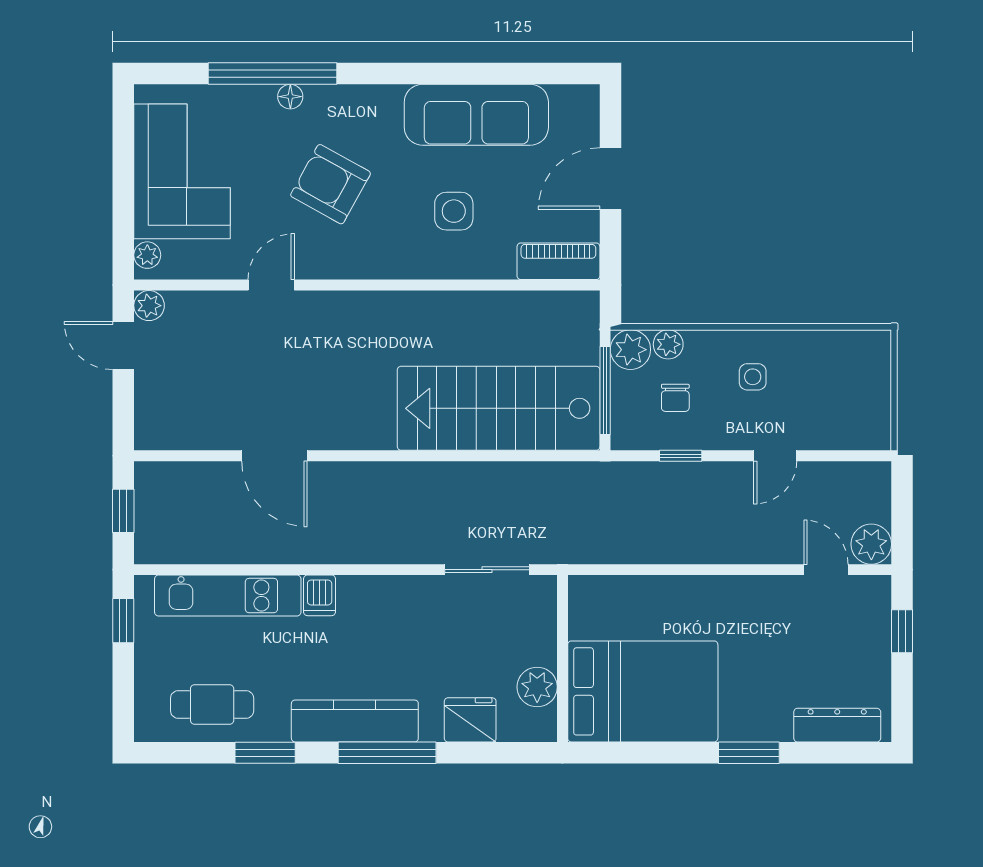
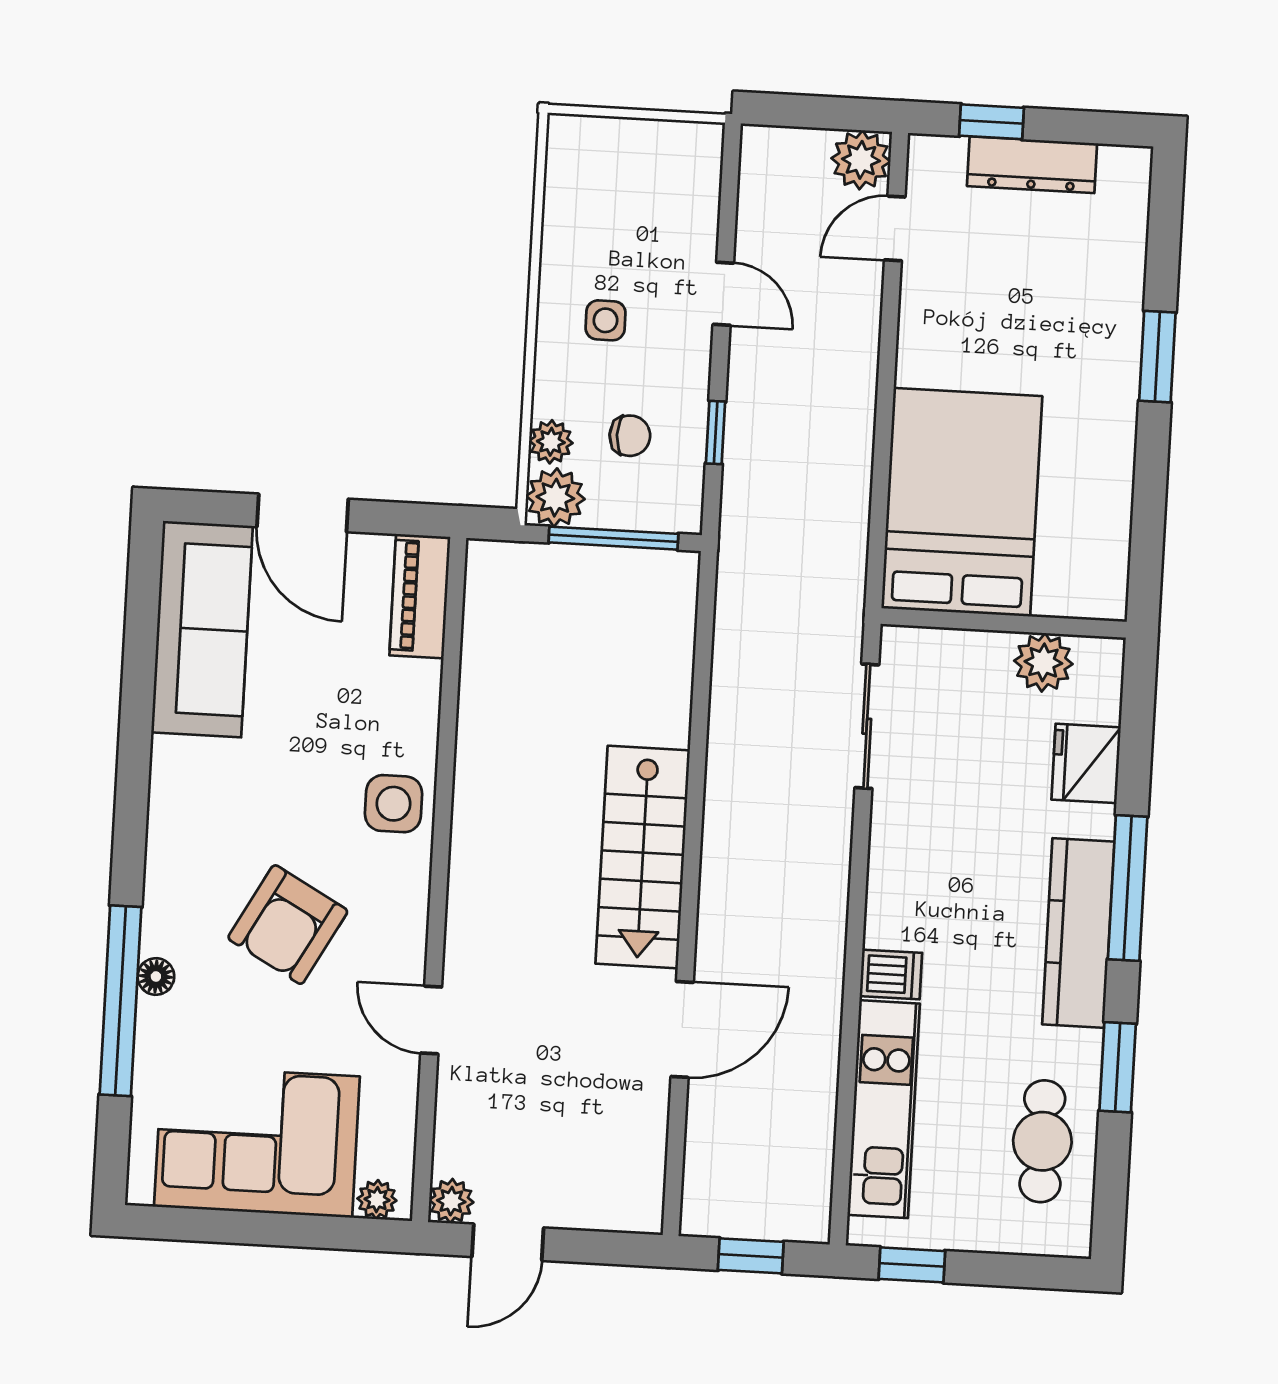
sofa: (476, 115) -> (202, 629), moved
side table: (454, 211) -> (393, 804), moved
stairs: (499, 408) -> (643, 857), moved, width x0.73, depth x0.66
bed: (643, 691) -> (962, 502), moved
dresser: (837, 725) -> (1032, 165), moved, turned -90

